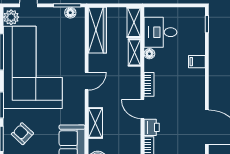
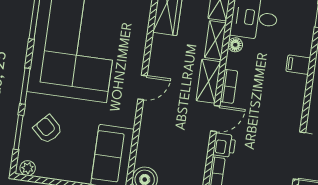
door: (87, 81) -> (142, 87), moved
door: (142, 109) -> (215, 119), swing flipped
shelving: (95, 123) -> (208, 81), moved

